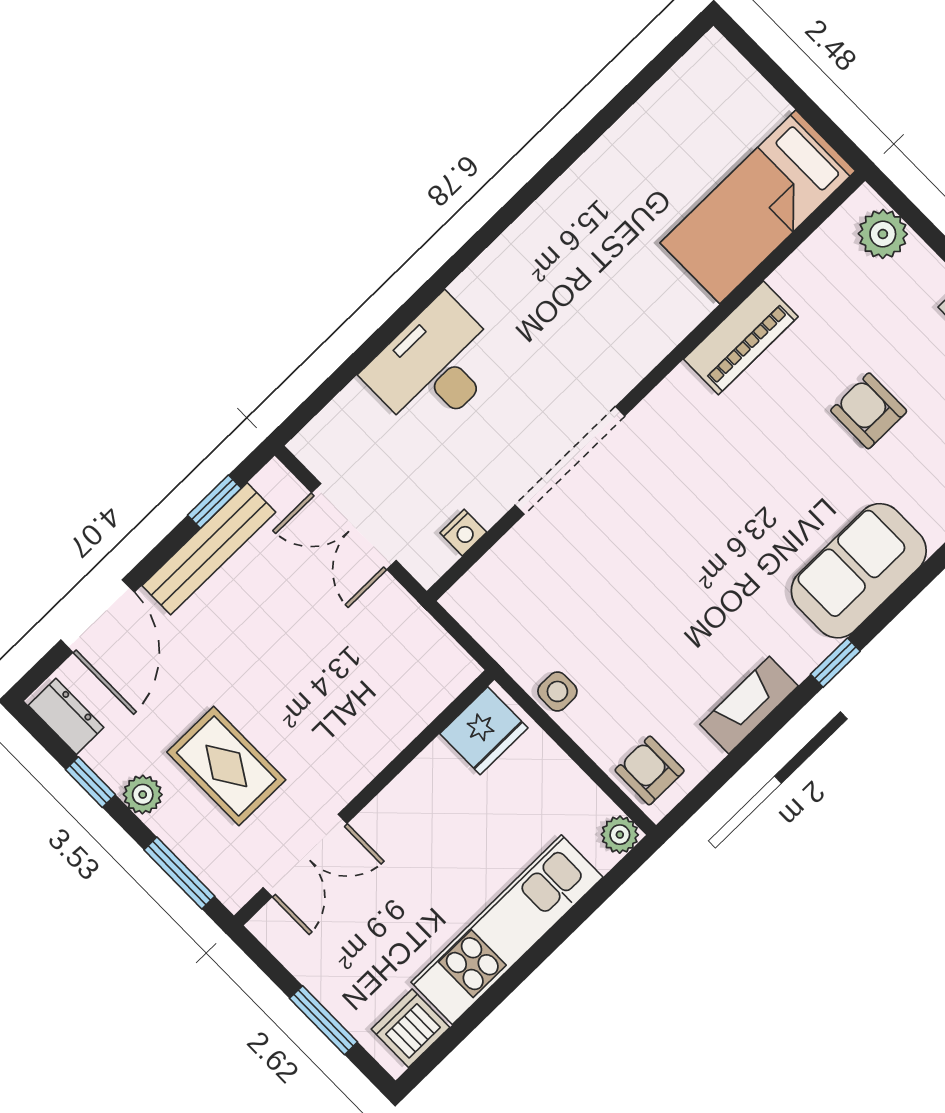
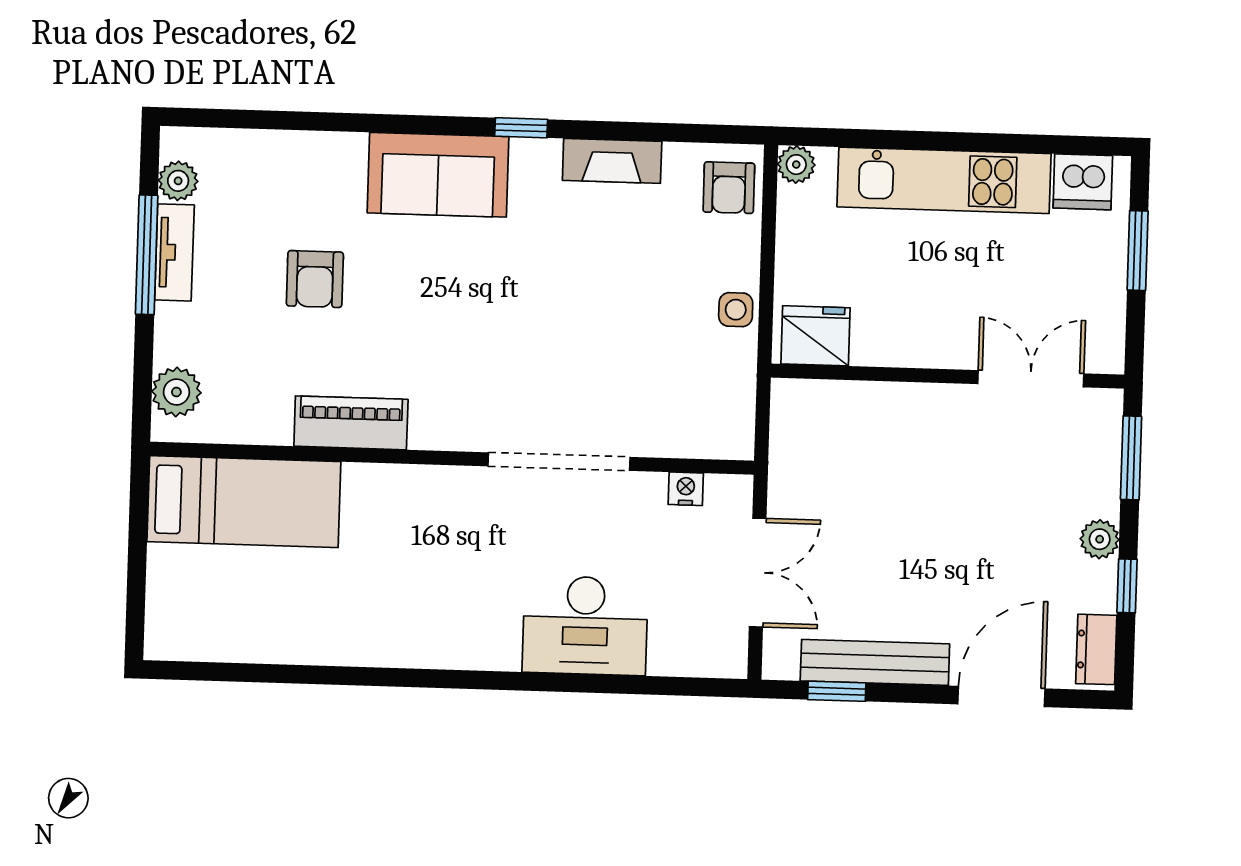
rug: (226, 766) -> (1021, 498), removed

